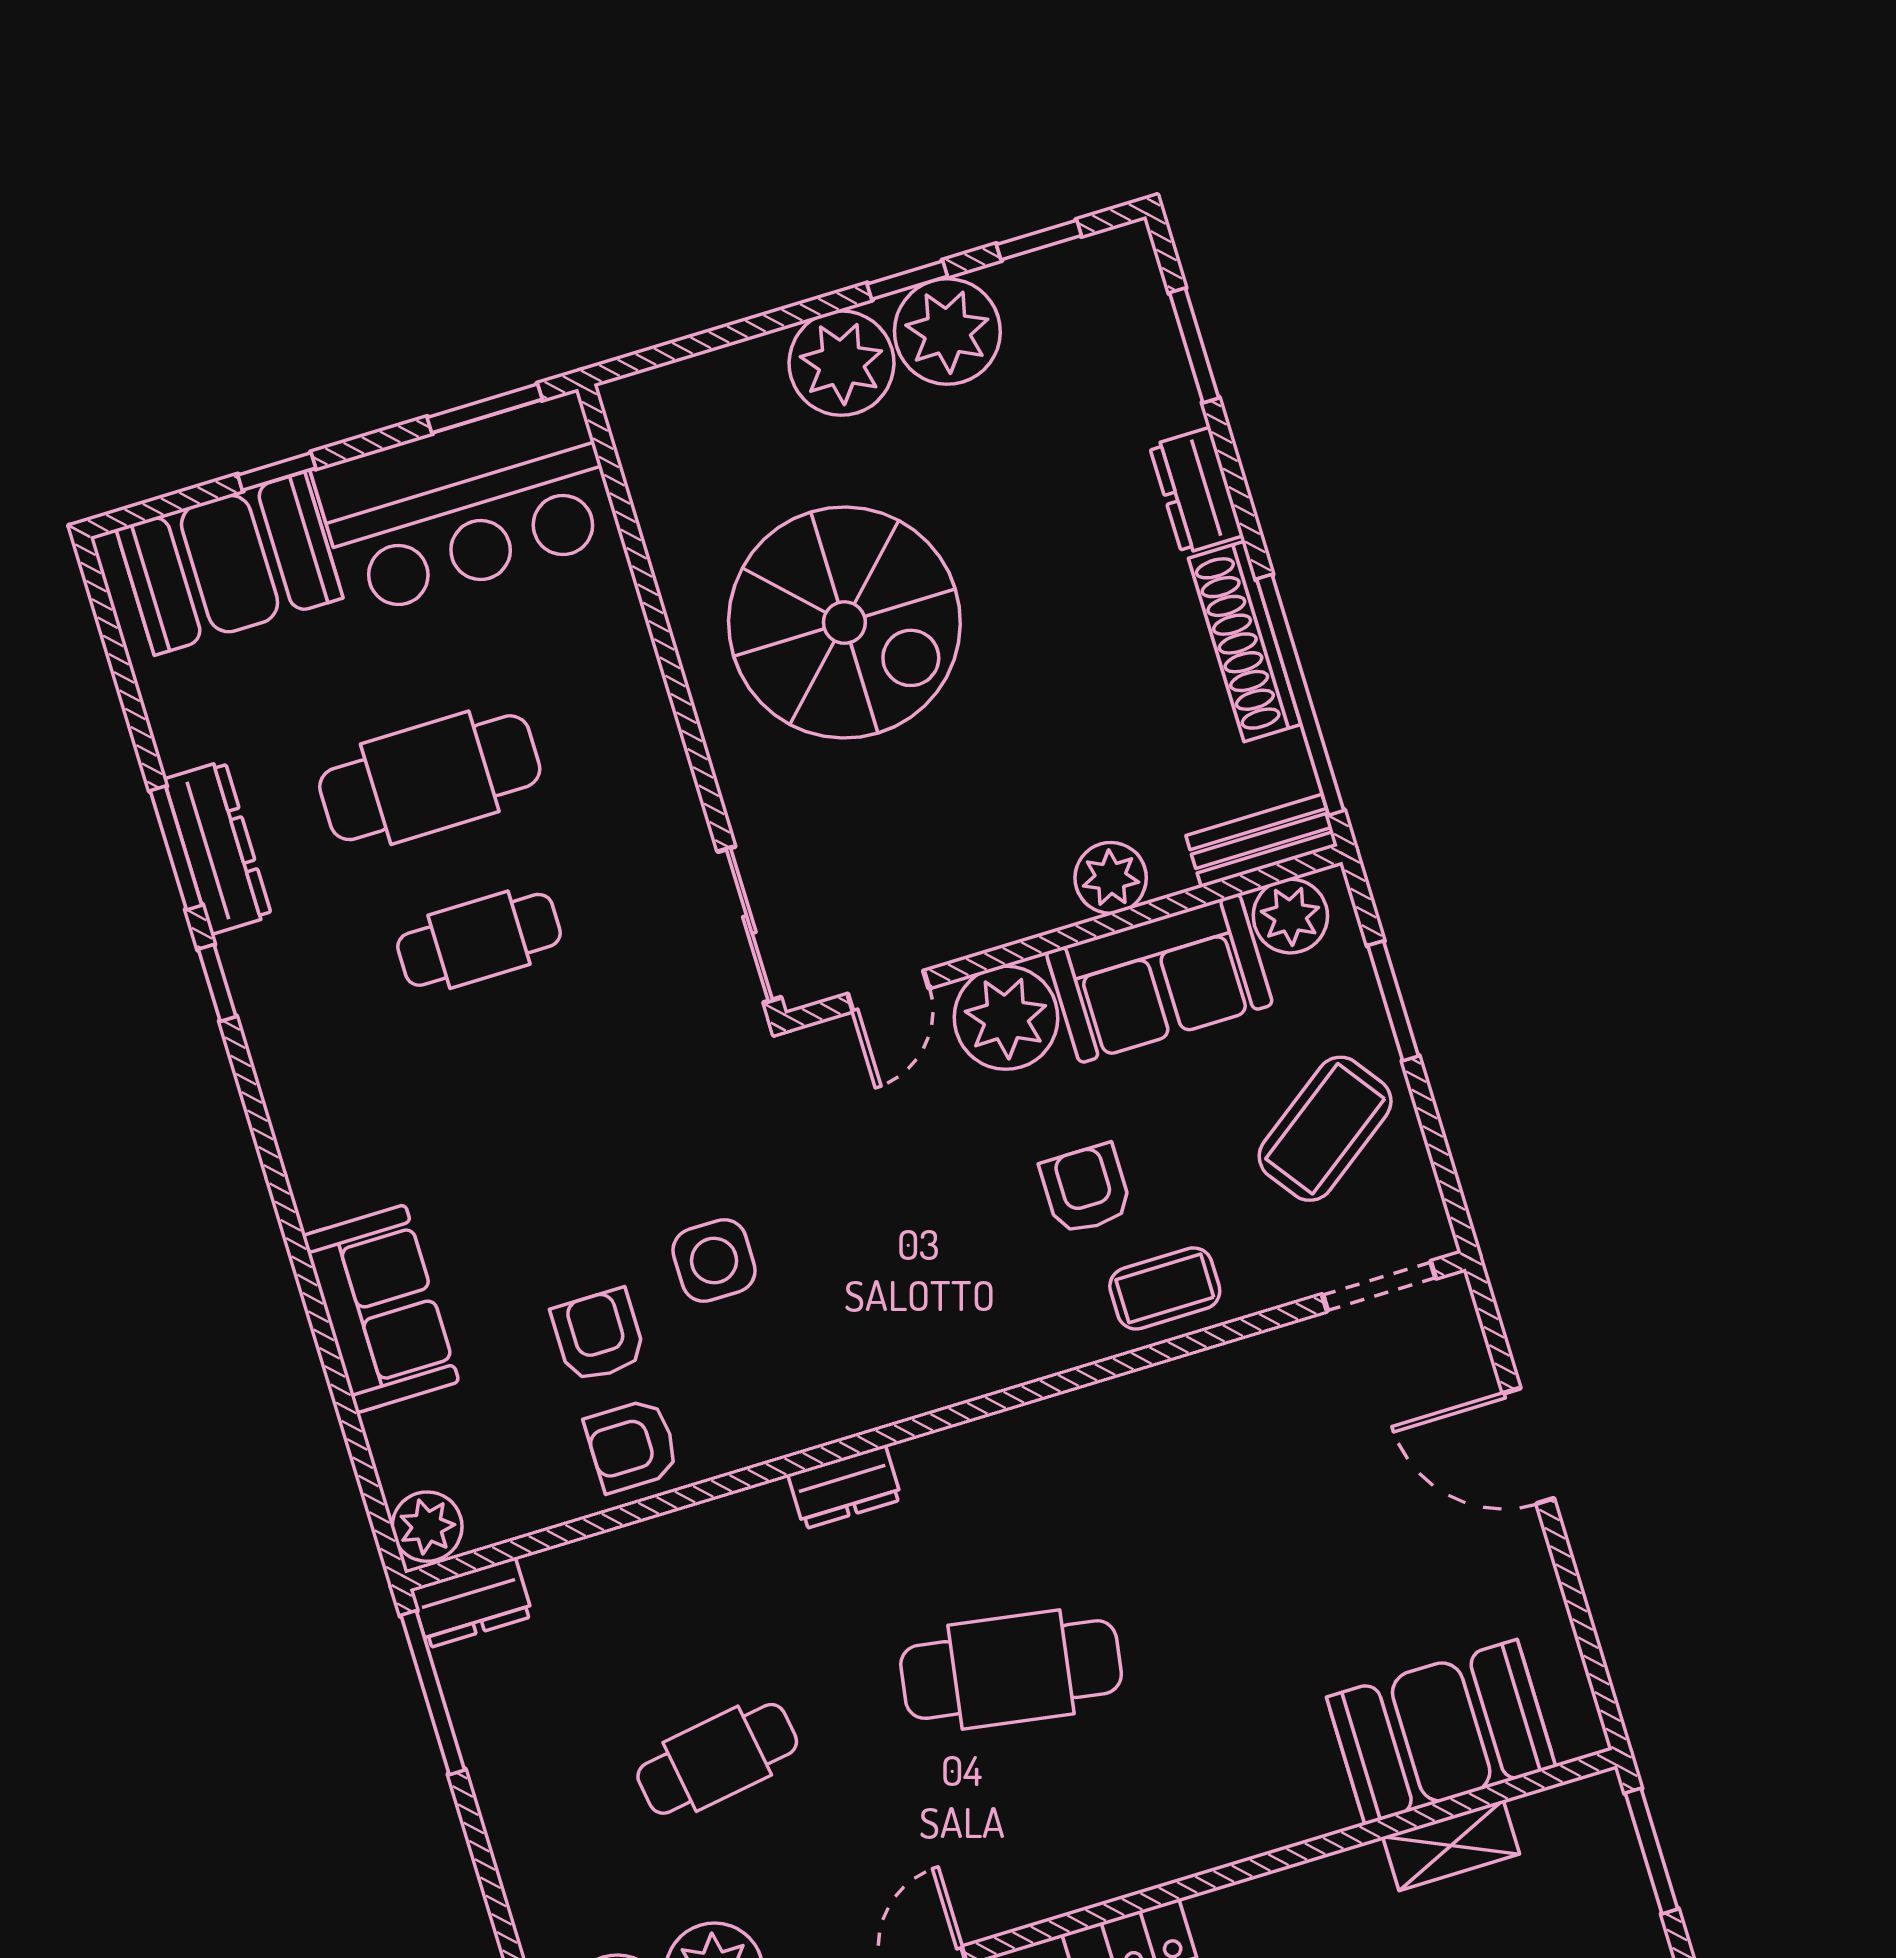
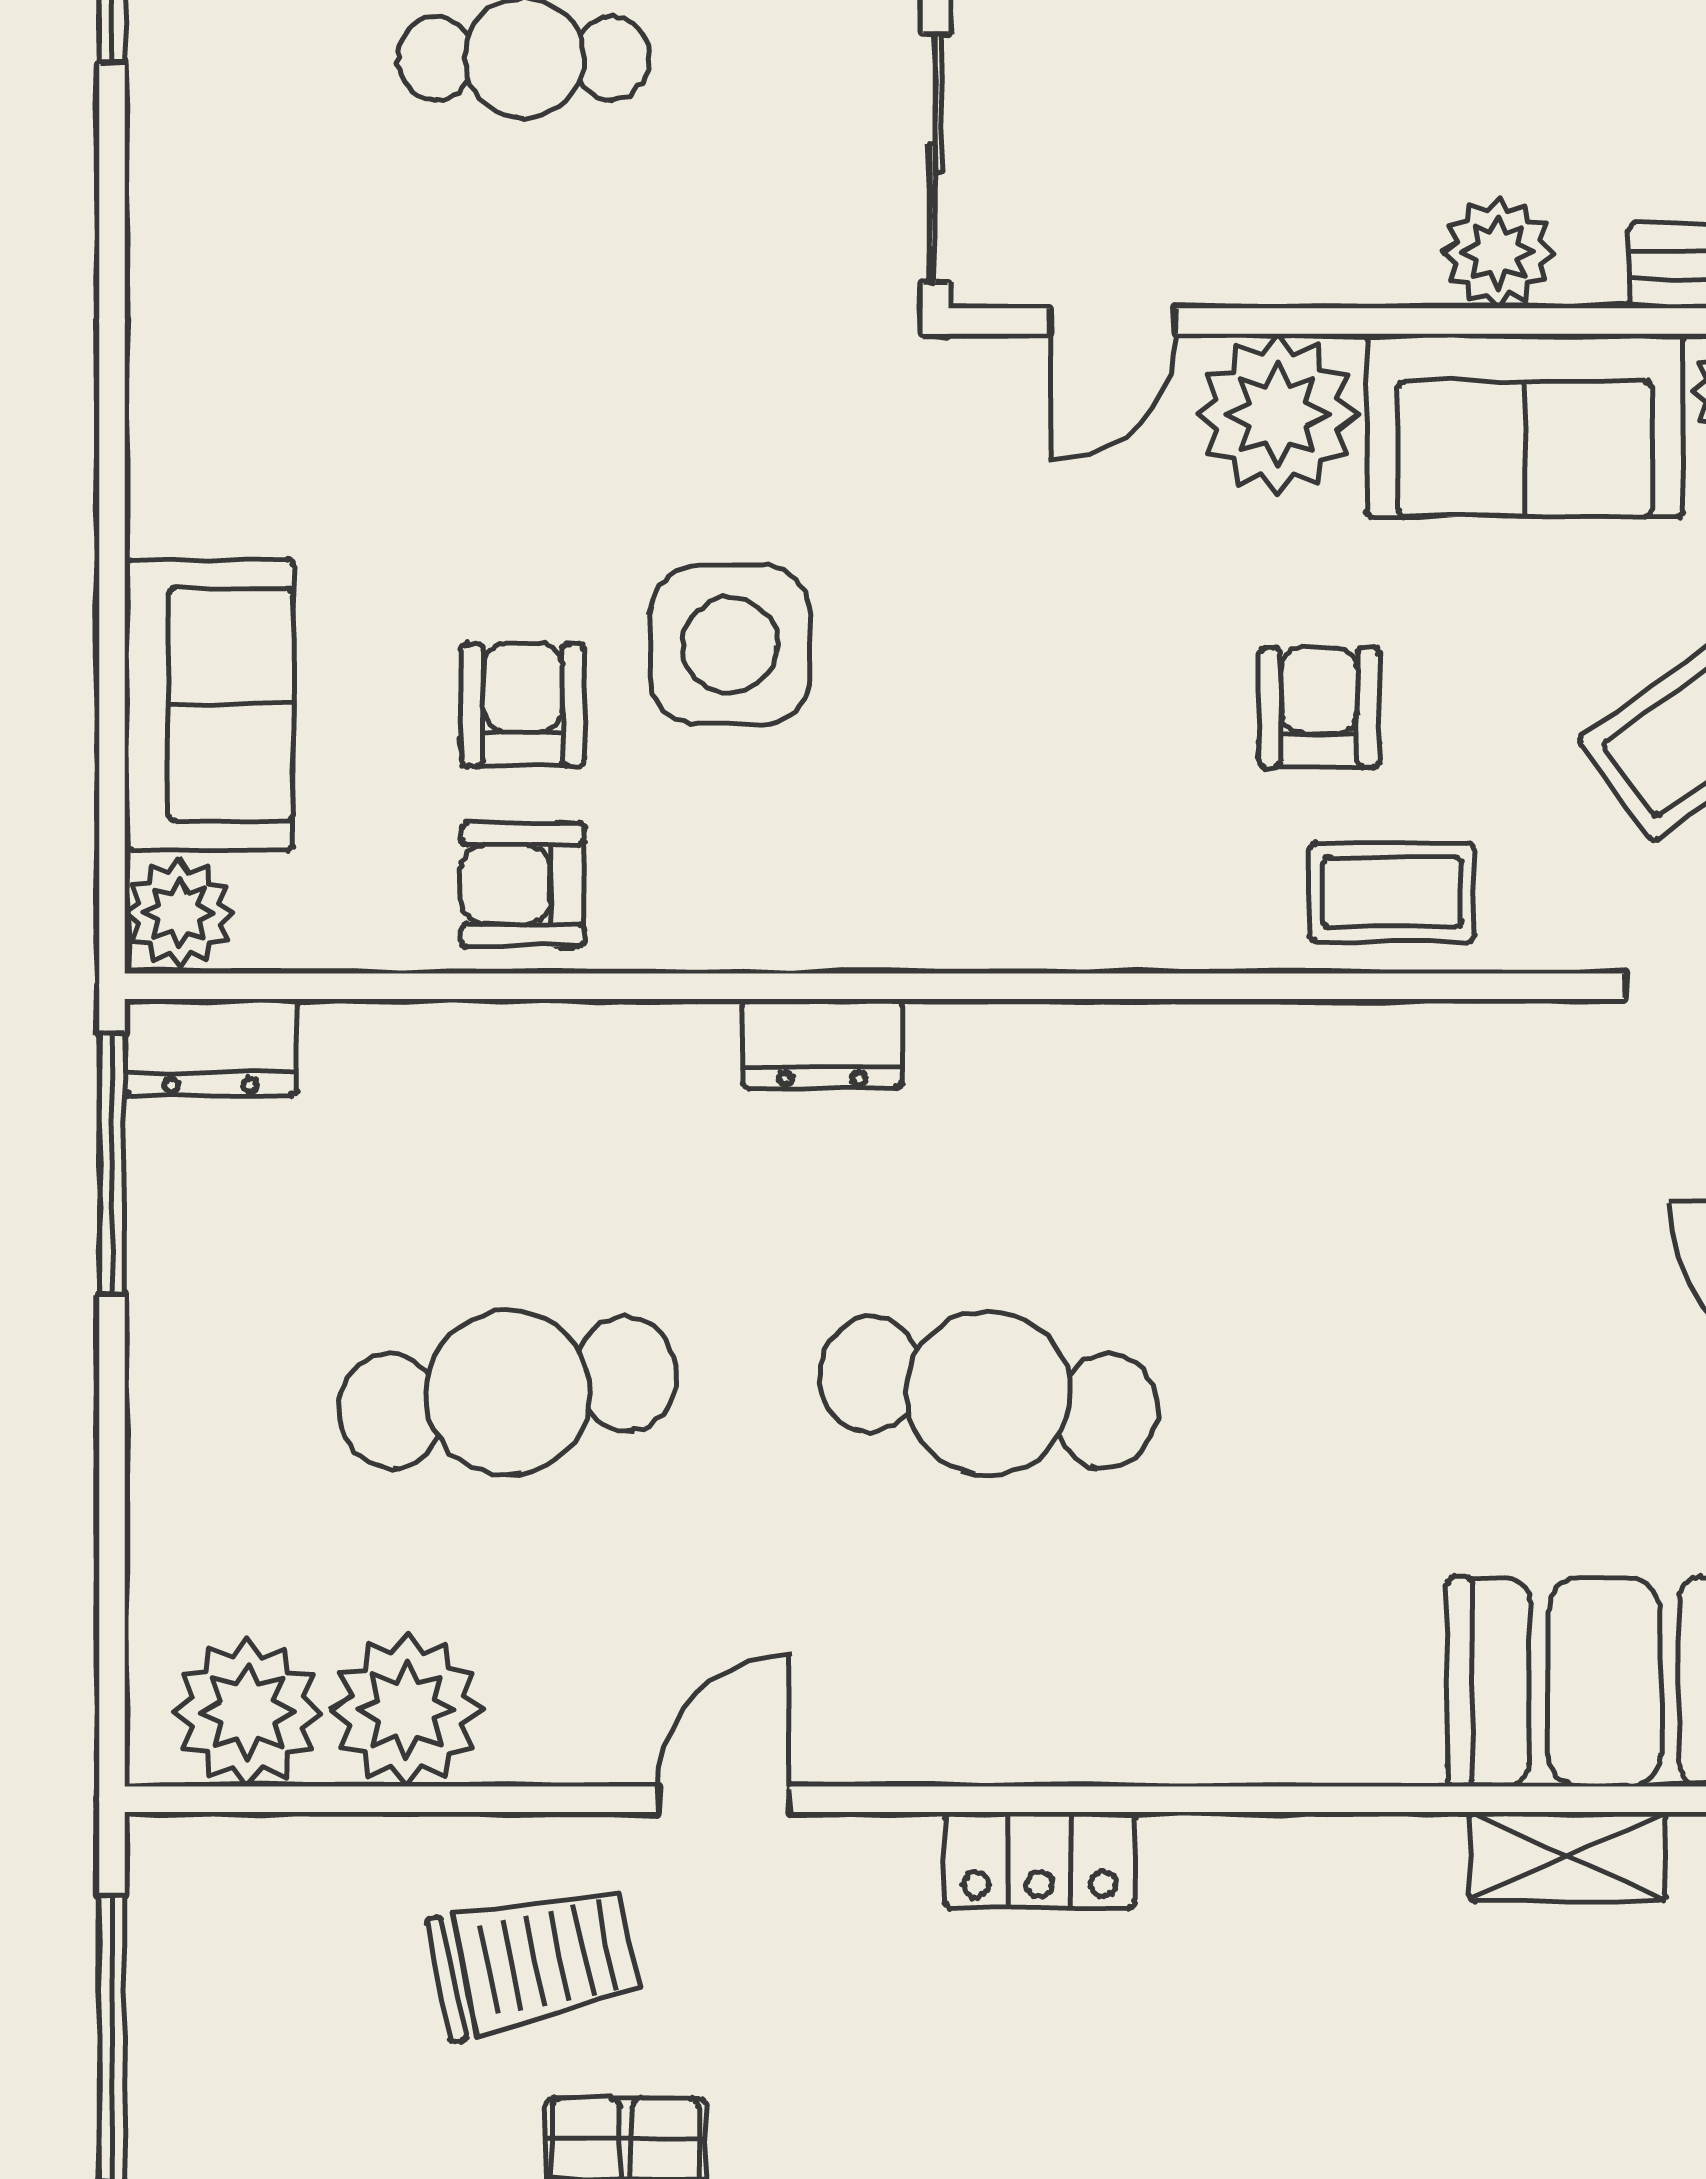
side table: (714, 1261) -> (730, 645), width x1.37, depth x1.37
sofa: (381, 1309) -> (209, 705), moved
cafe table: (717, 1759) -> (508, 1393), width x1.37, depth x1.35

